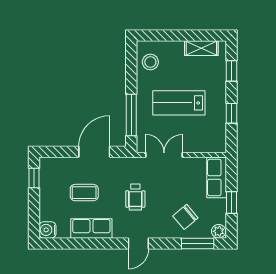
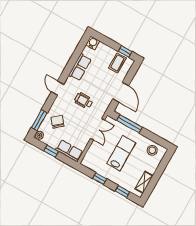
coffee table: (84, 193) -> (117, 63), moved

